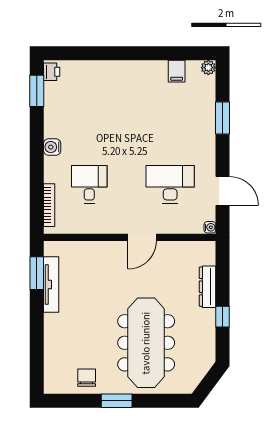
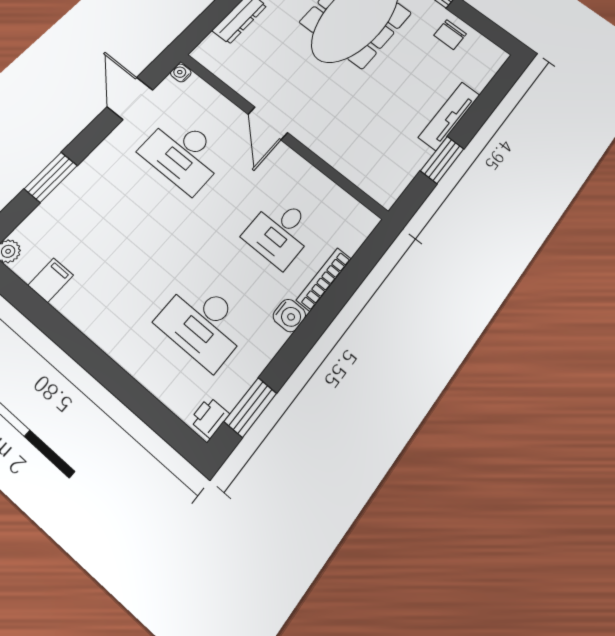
desk: (89, 110) -> (203, 324), added
bookcase: (49, 205) -> (324, 279), moved
door: (142, 237) -> (268, 123), swing flipped
window: (37, 273) -> (442, 160), moved
tv unit: (51, 285) -> (449, 116), moved

